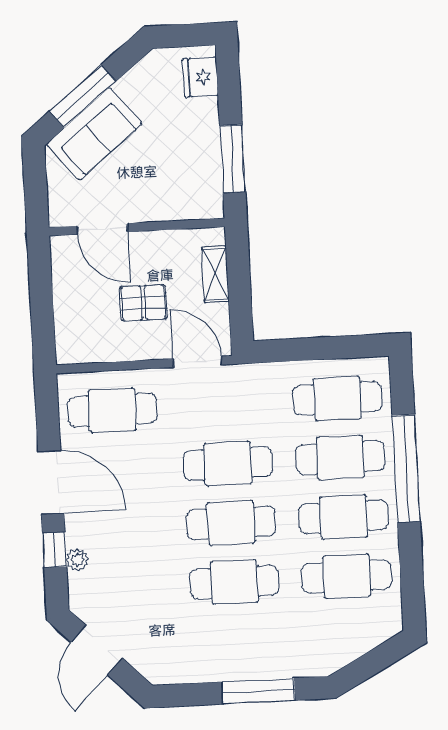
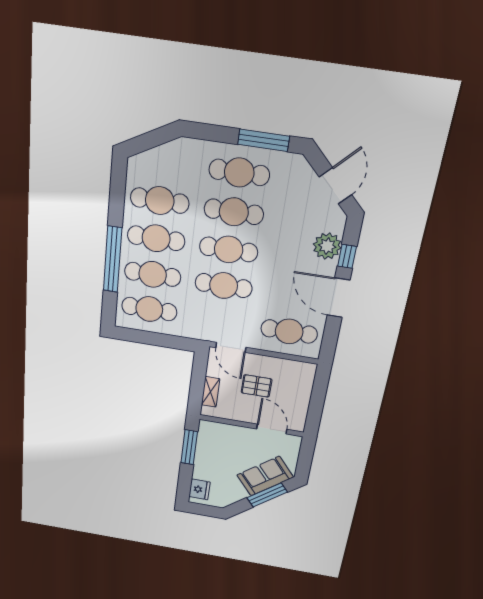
plant: (77, 560) -> (327, 246), width x1.87, depth x1.87
cafe table: (237, 641) -> (239, 172), added
window: (259, 691) -> (264, 140), moved

